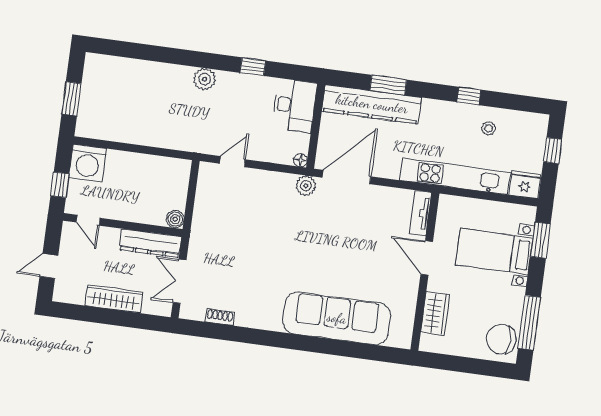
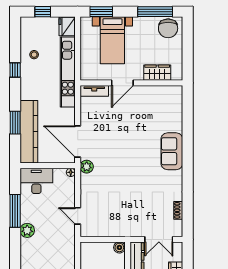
window: (253, 67) -> (15, 211), width x2.17
plant: (205, 79) -> (27, 230), moved
sofa: (337, 318) -> (172, 151), width x0.54, depth x0.79

